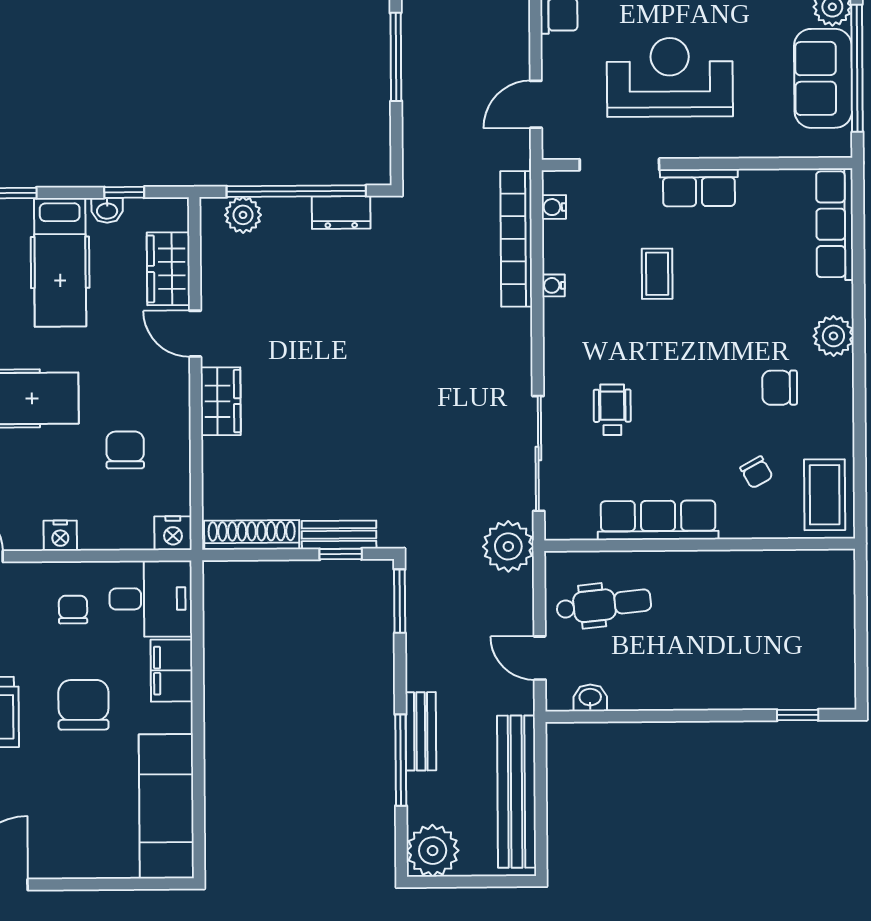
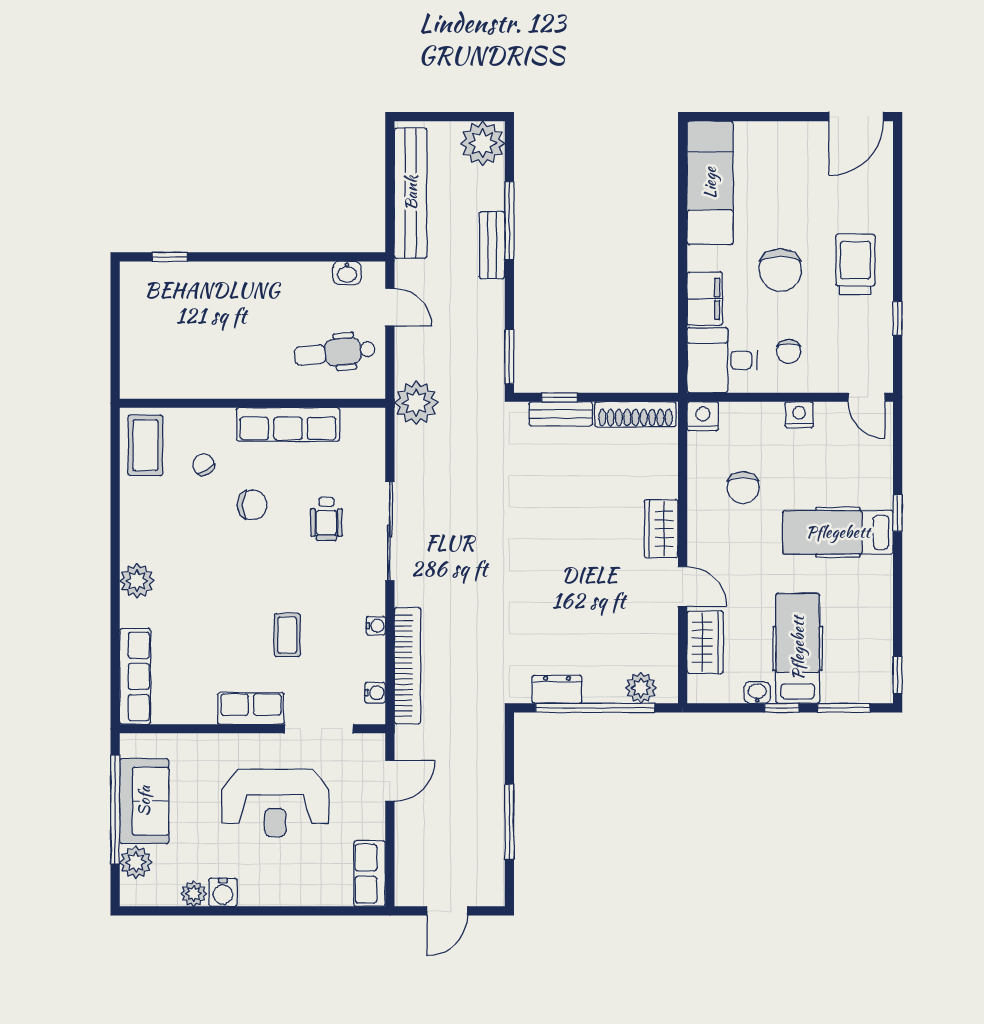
window: (124, 192) -> (782, 708), moved
chair: (780, 388) -> (252, 505), moved
sliding door: (538, 453) -> (390, 531), moved

